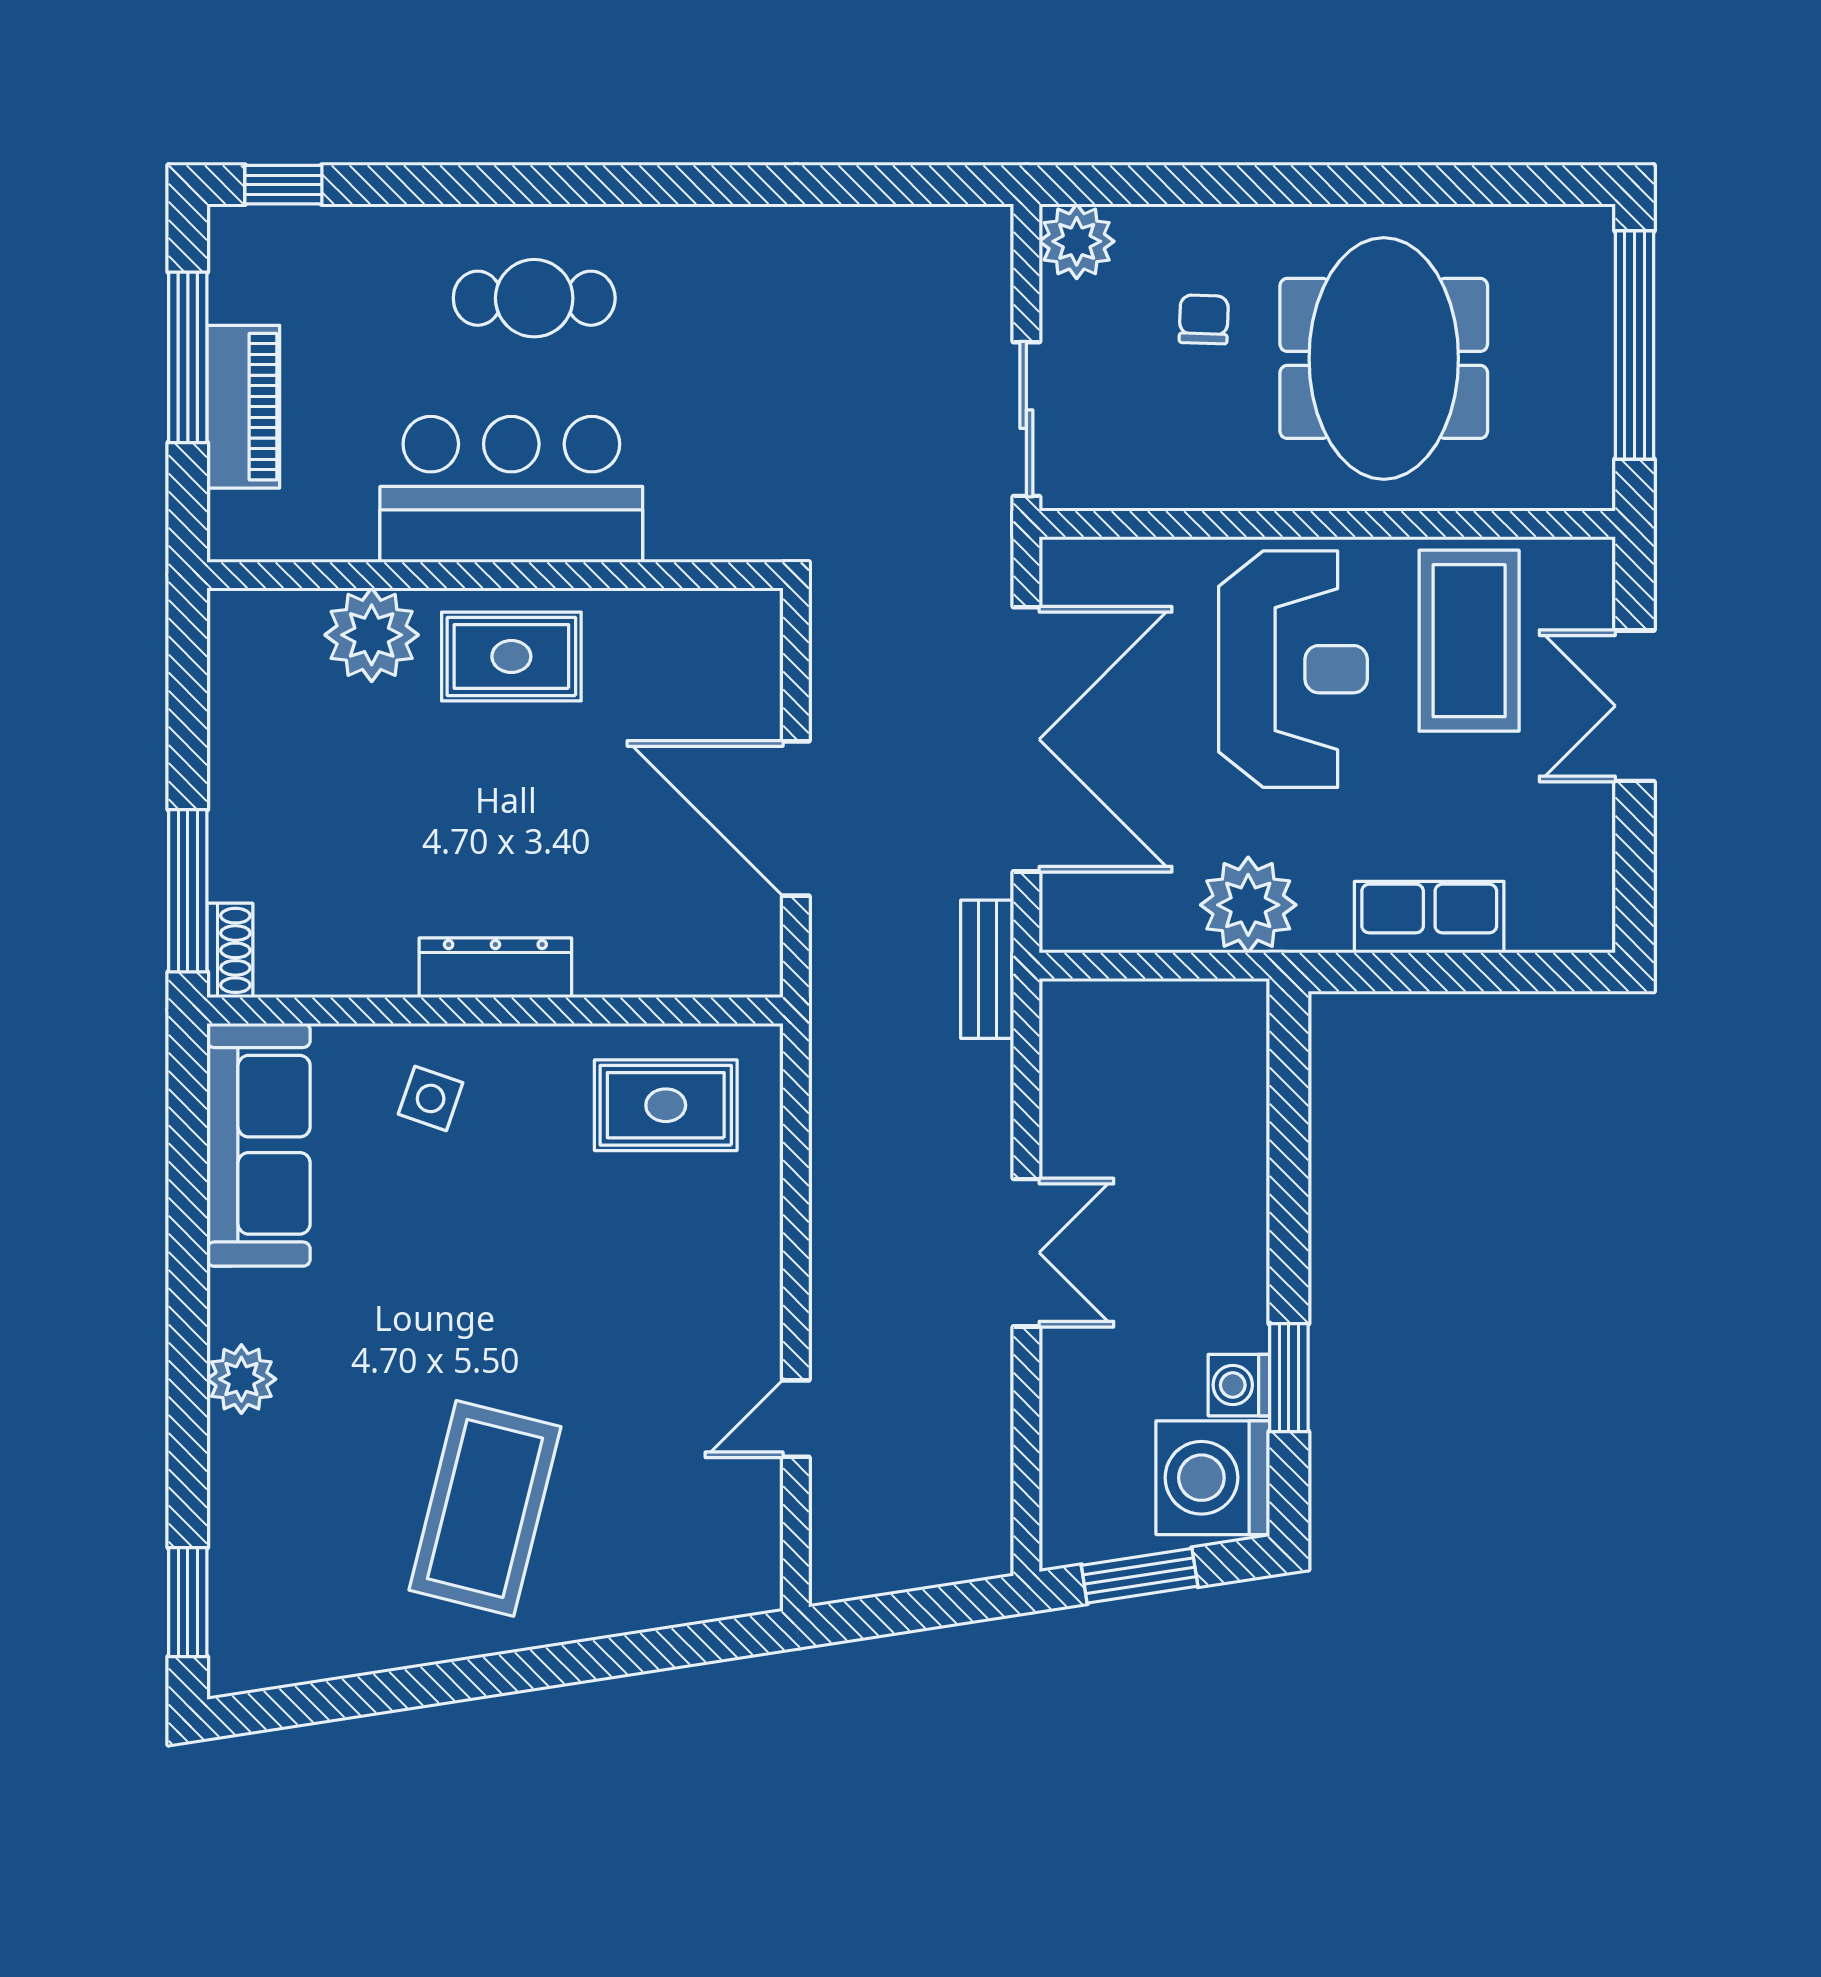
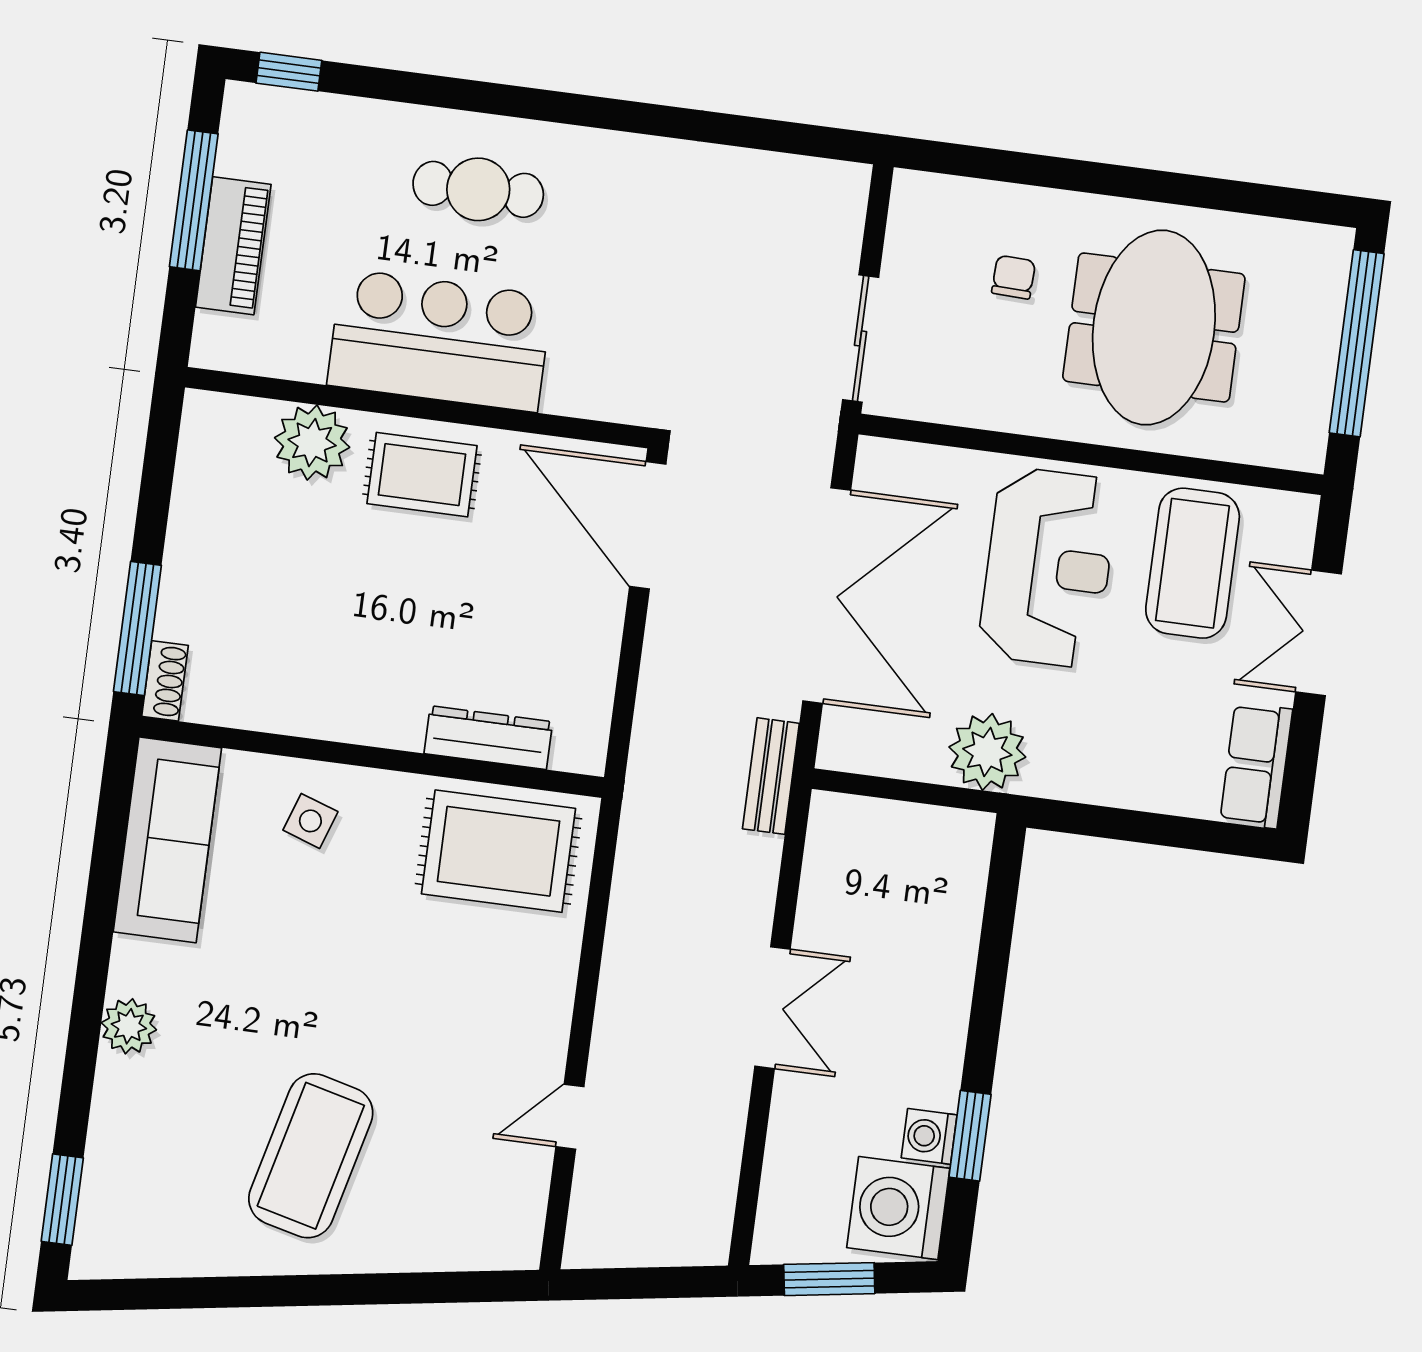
plant: (1077, 241) -> (920, 201), removed
door: (796, 818) -> (648, 525), moved
row of seats: (1429, 917) -> (1256, 765), moved, turned -90
dresser: (495, 968) -> (488, 738), moved
rug: (666, 1105) -> (498, 851), width x1.36, depth x1.43

